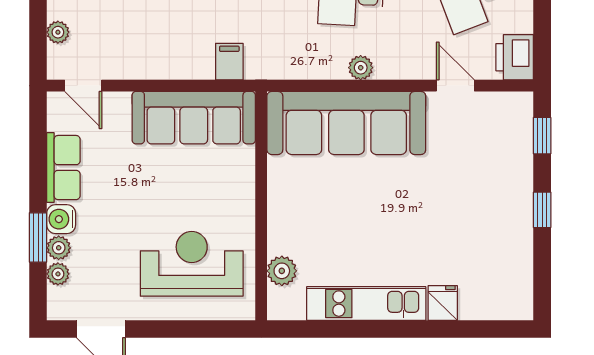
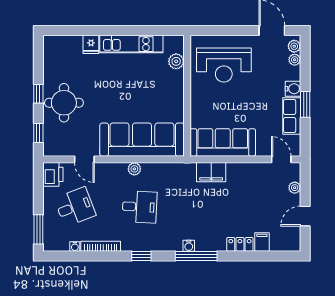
filing cabinet: (229, 62) -> (211, 172), width x2.00
round table: (494, 193) -> (64, 103), added
window: (38, 237) -> (305, 104), moved
plant: (59, 248) -> (294, 46), moved

